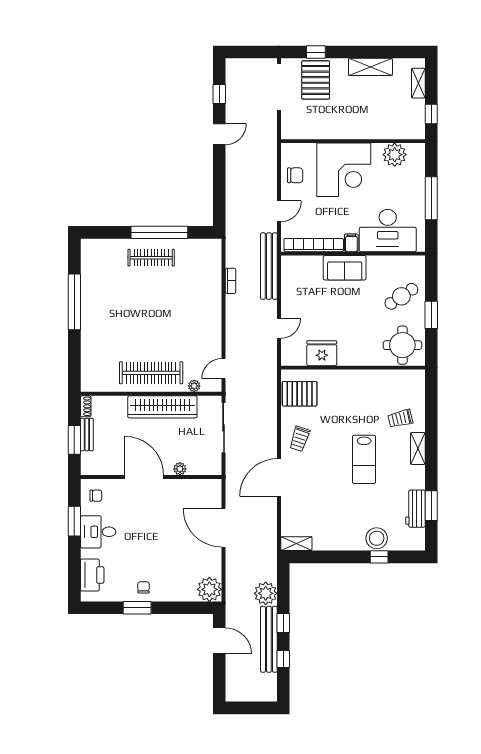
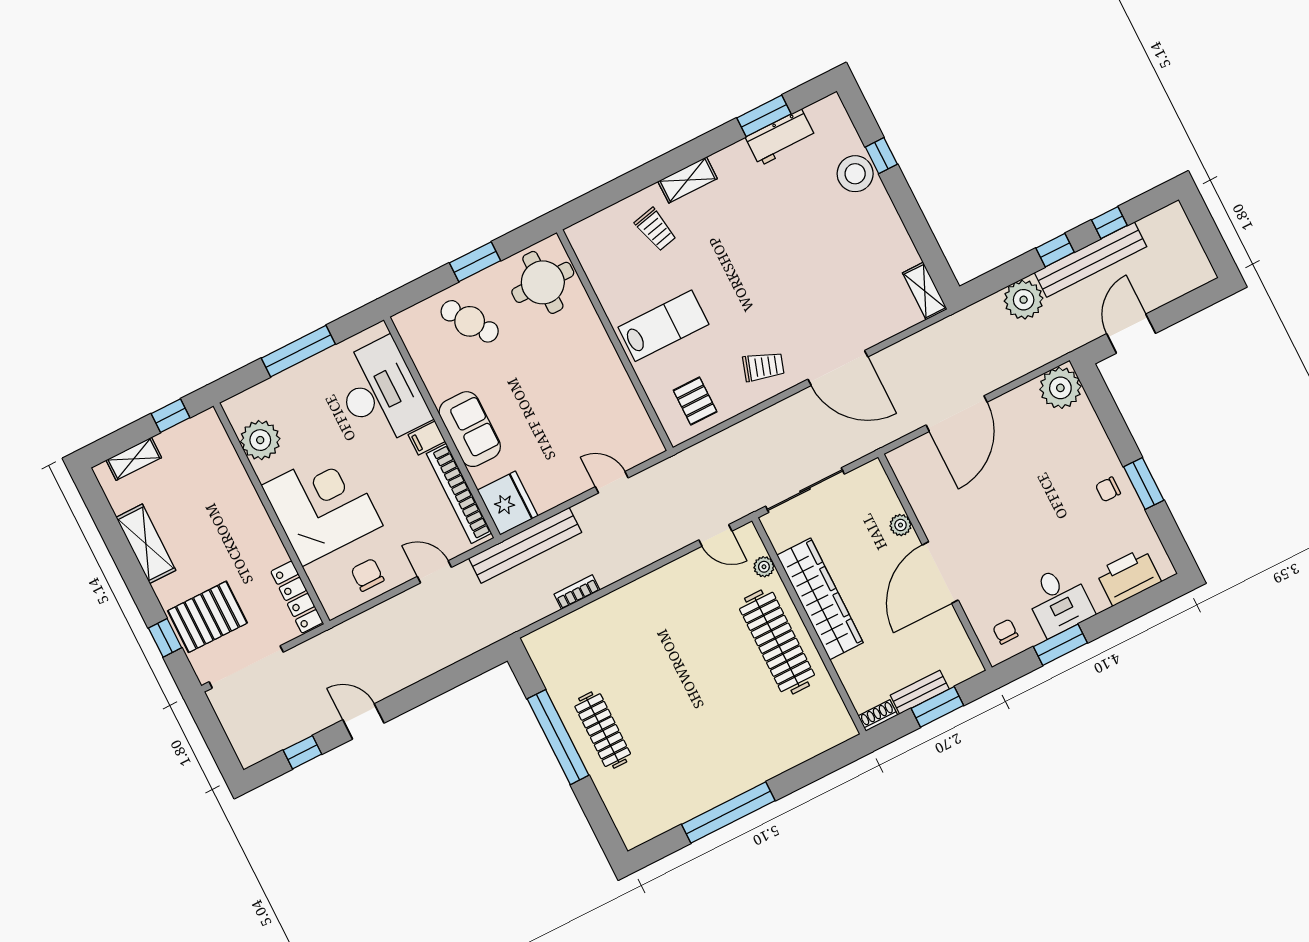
locker: (302, 132) -> (297, 597), added
fridge: (322, 353) -> (508, 503), moved, turned 180
pallet: (300, 394) -> (695, 401), width x0.67, depth x0.71
lab bench: (364, 459) -> (663, 326), moved

